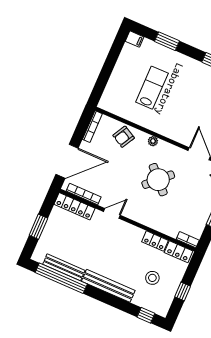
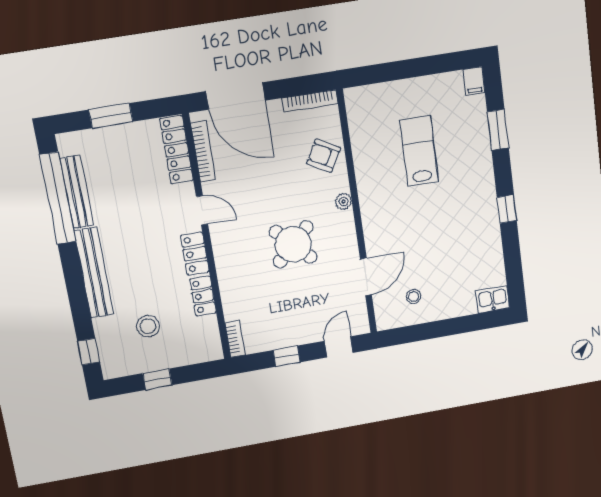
lab bench: (152, 88) -> (419, 151), turned -90
locker: (179, 252) -> (195, 254), moved

